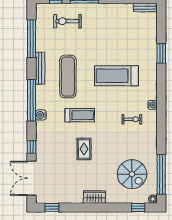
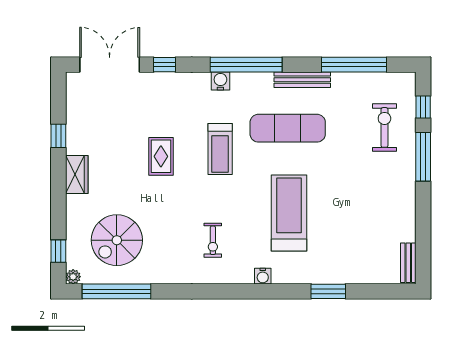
water cooler: (152, 105) -> (263, 276), moved
rug: (84, 149) -> (161, 156), turned 90
window: (52, 208) -> (58, 136), moved

